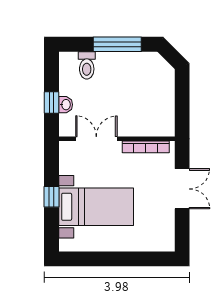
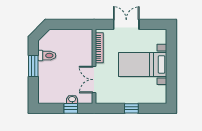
window: (117, 44) -> (33, 66), width x0.69
toilet: (87, 65) -> (47, 56), moved
bed with nightstands: (96, 207) -> (143, 64), moved, turned -90

